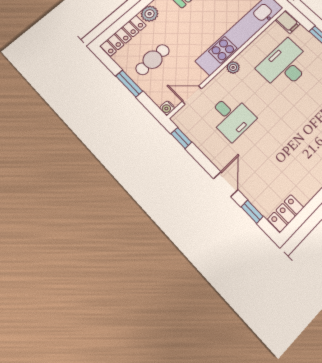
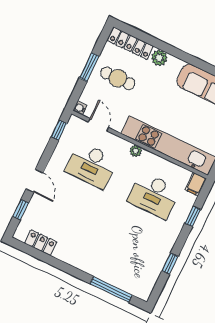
desk: (285, 65) -> (154, 195), turned 180
desk: (231, 117) -> (91, 165), width x1.37
door: (226, 184) -> (35, 181), hinge flipped
locker: (286, 213) -> (41, 243), moved

